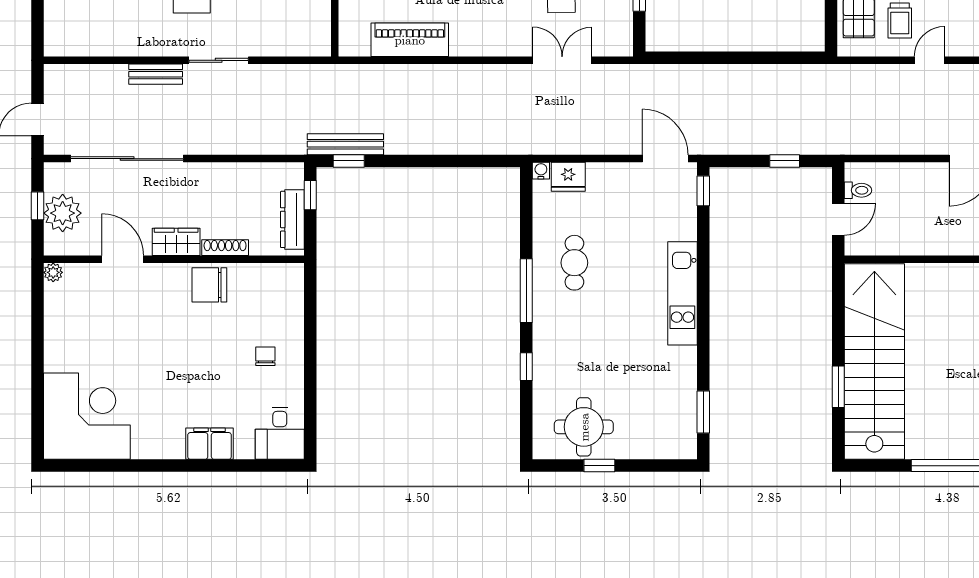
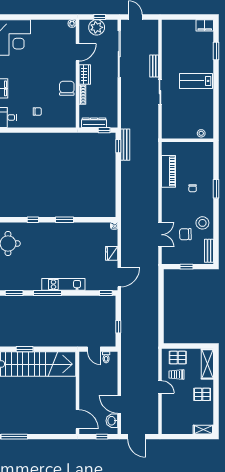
fridge: (568, 177) -> (112, 253), moved
cafe table: (574, 263) -> (76, 240), removed
window: (526, 291) -> (65, 220), width x0.69
window: (703, 332) -> (47, 293), added

